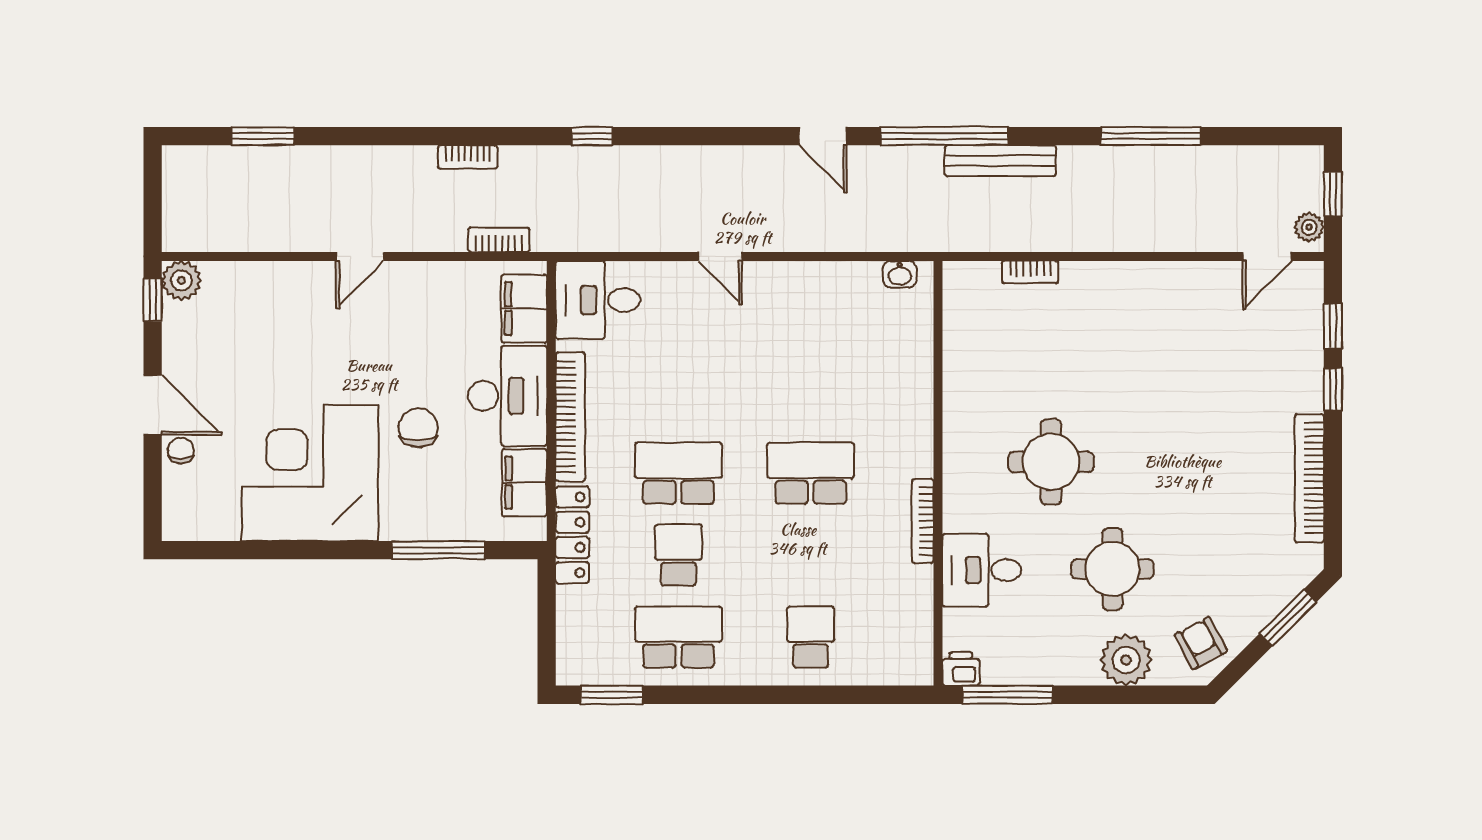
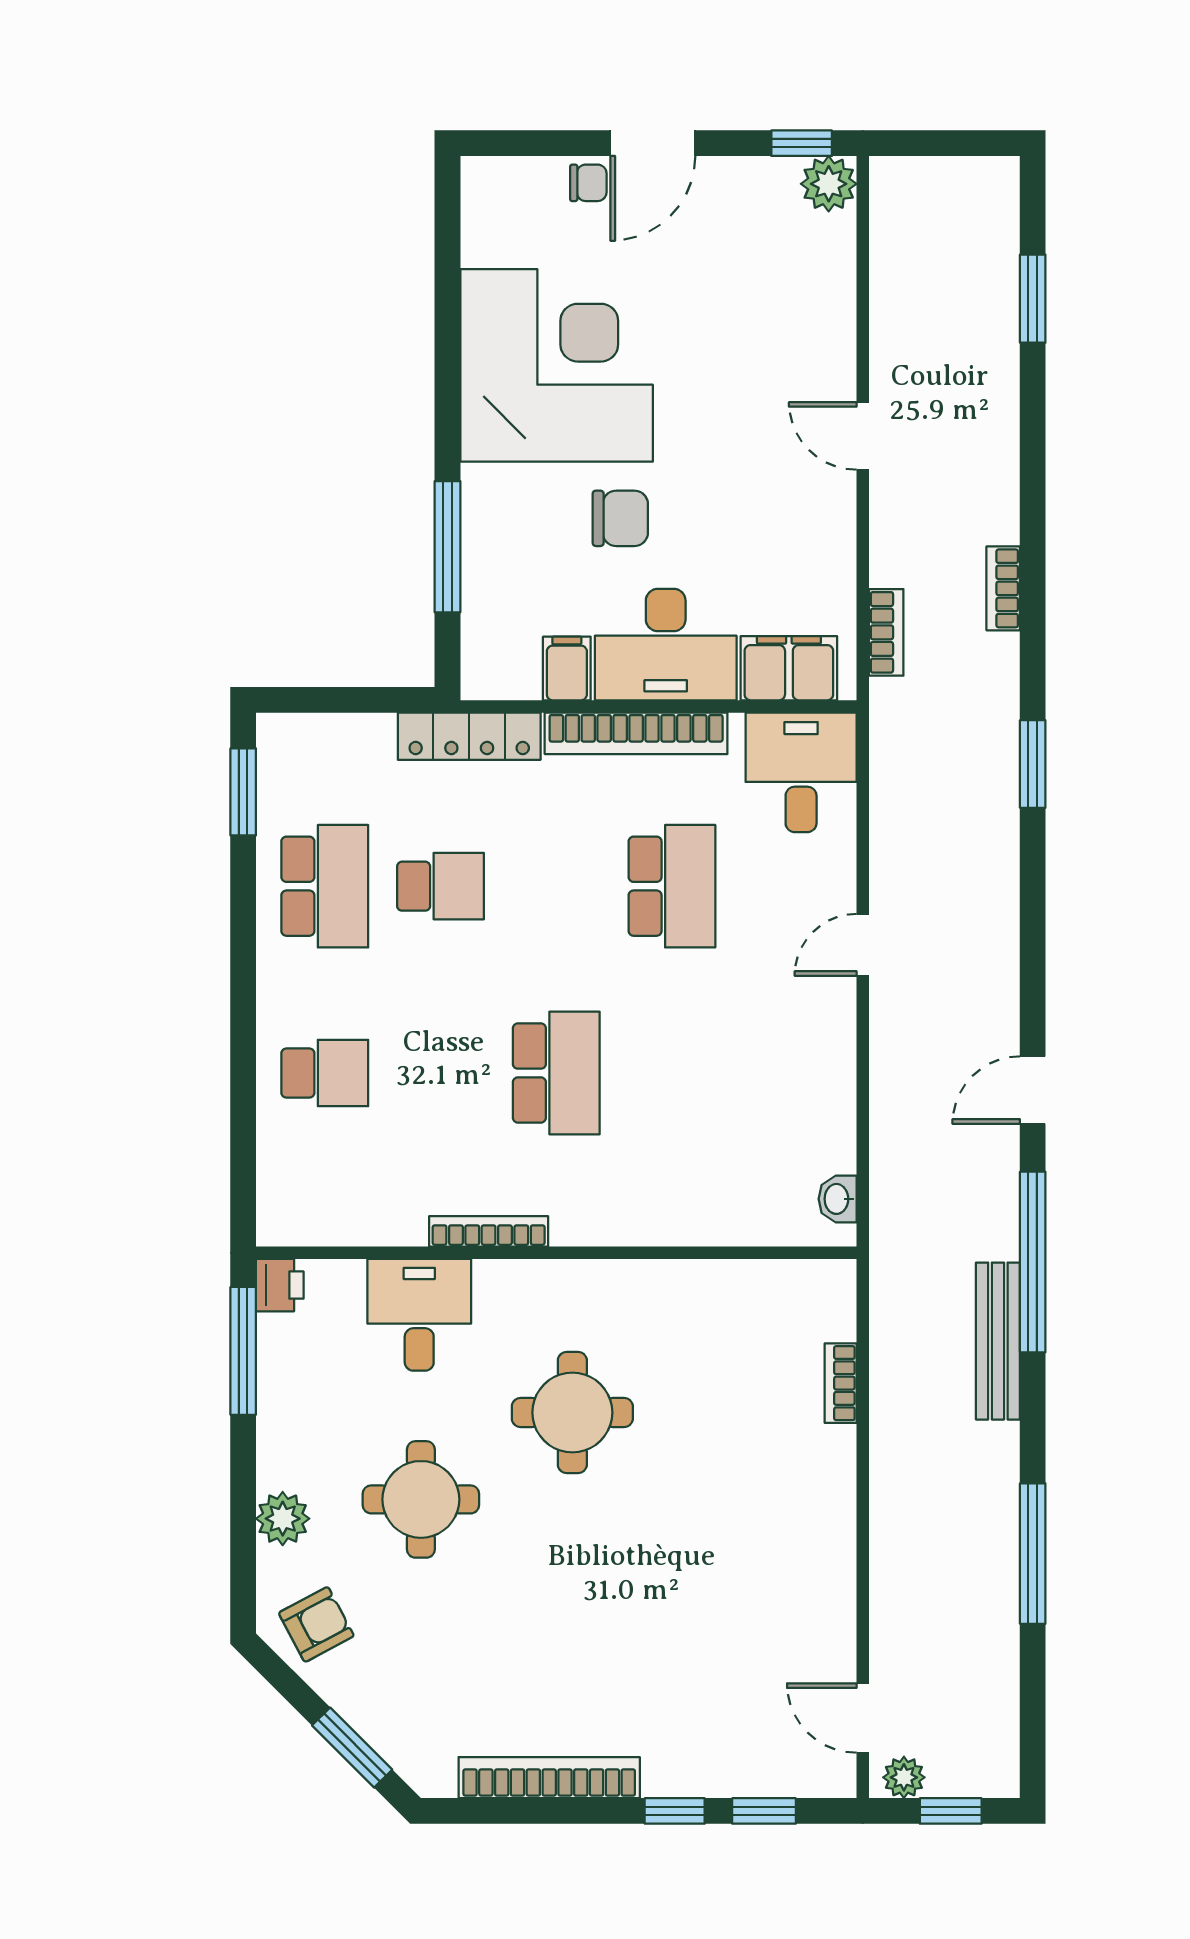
window: (592, 136) -> (1033, 764), width x1.50
school desk: (678, 473) -> (672, 886), moved
filing cabinet: (524, 483) -> (567, 668), width x0.50
plant: (1126, 660) -> (283, 1519), width x0.73, depth x0.73

